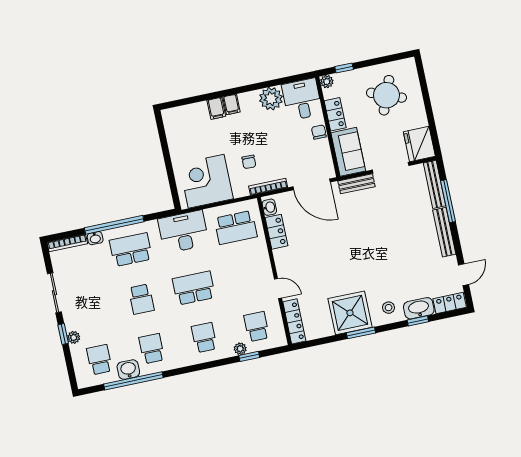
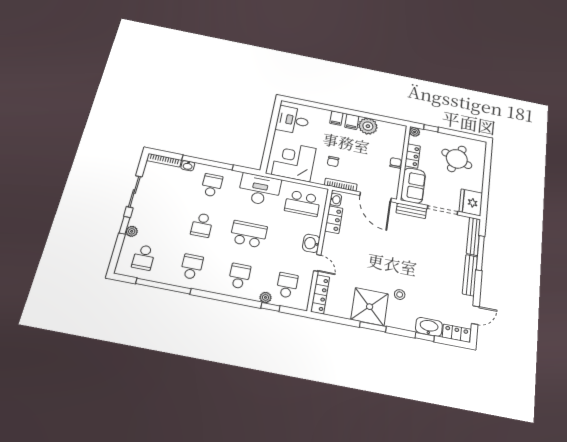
desk: (302, 99) -> (293, 120), moved, turned -90
filing cabinet: (216, 108) -> (352, 122), moved
school desk: (131, 250) -> (212, 185), width x0.54
stool: (389, 308) -> (400, 295), moved
school desk: (99, 360) -> (144, 257), turned 180
washbasin: (128, 370) -> (311, 243), moved, turned -90

